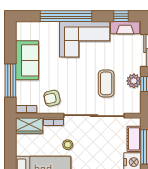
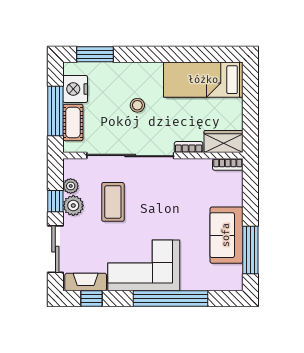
window: (10, 81) -> (250, 250), moved
plant: (136, 95) -> (71, 186), added
armchair: (52, 98) -> (191, 181), removed
stool: (68, 145) -> (137, 105), moved

